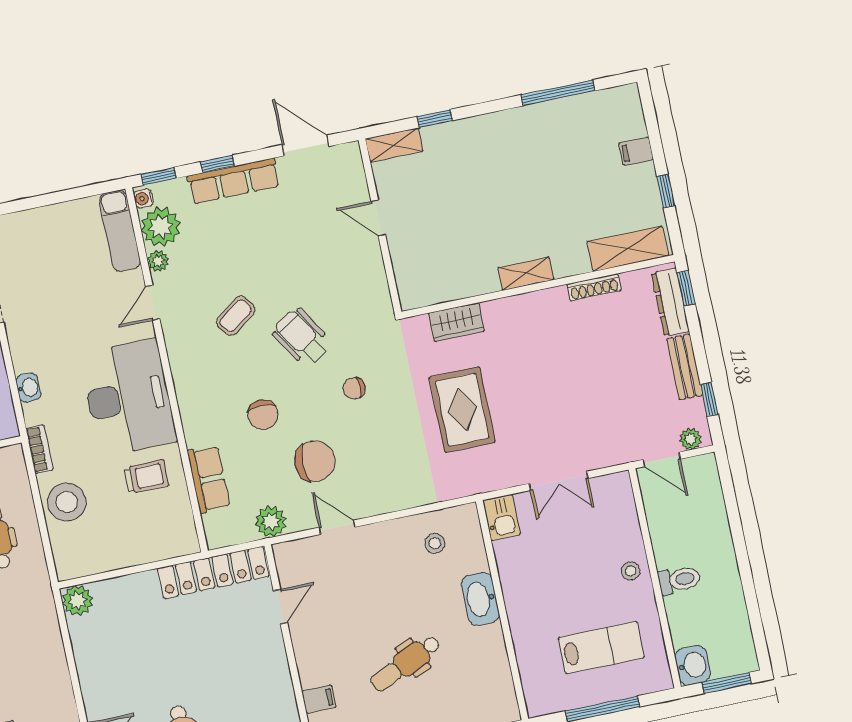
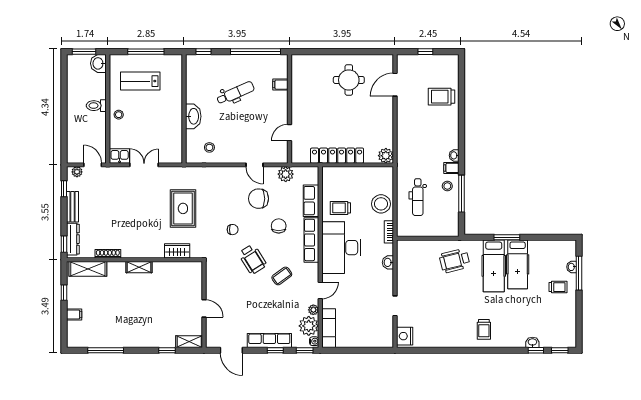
row of seats: (192, 400) -> (311, 240), added
kitchen sink: (502, 517) -> (120, 156), moved, turned 90
locker: (213, 572) -> (337, 156), moved

